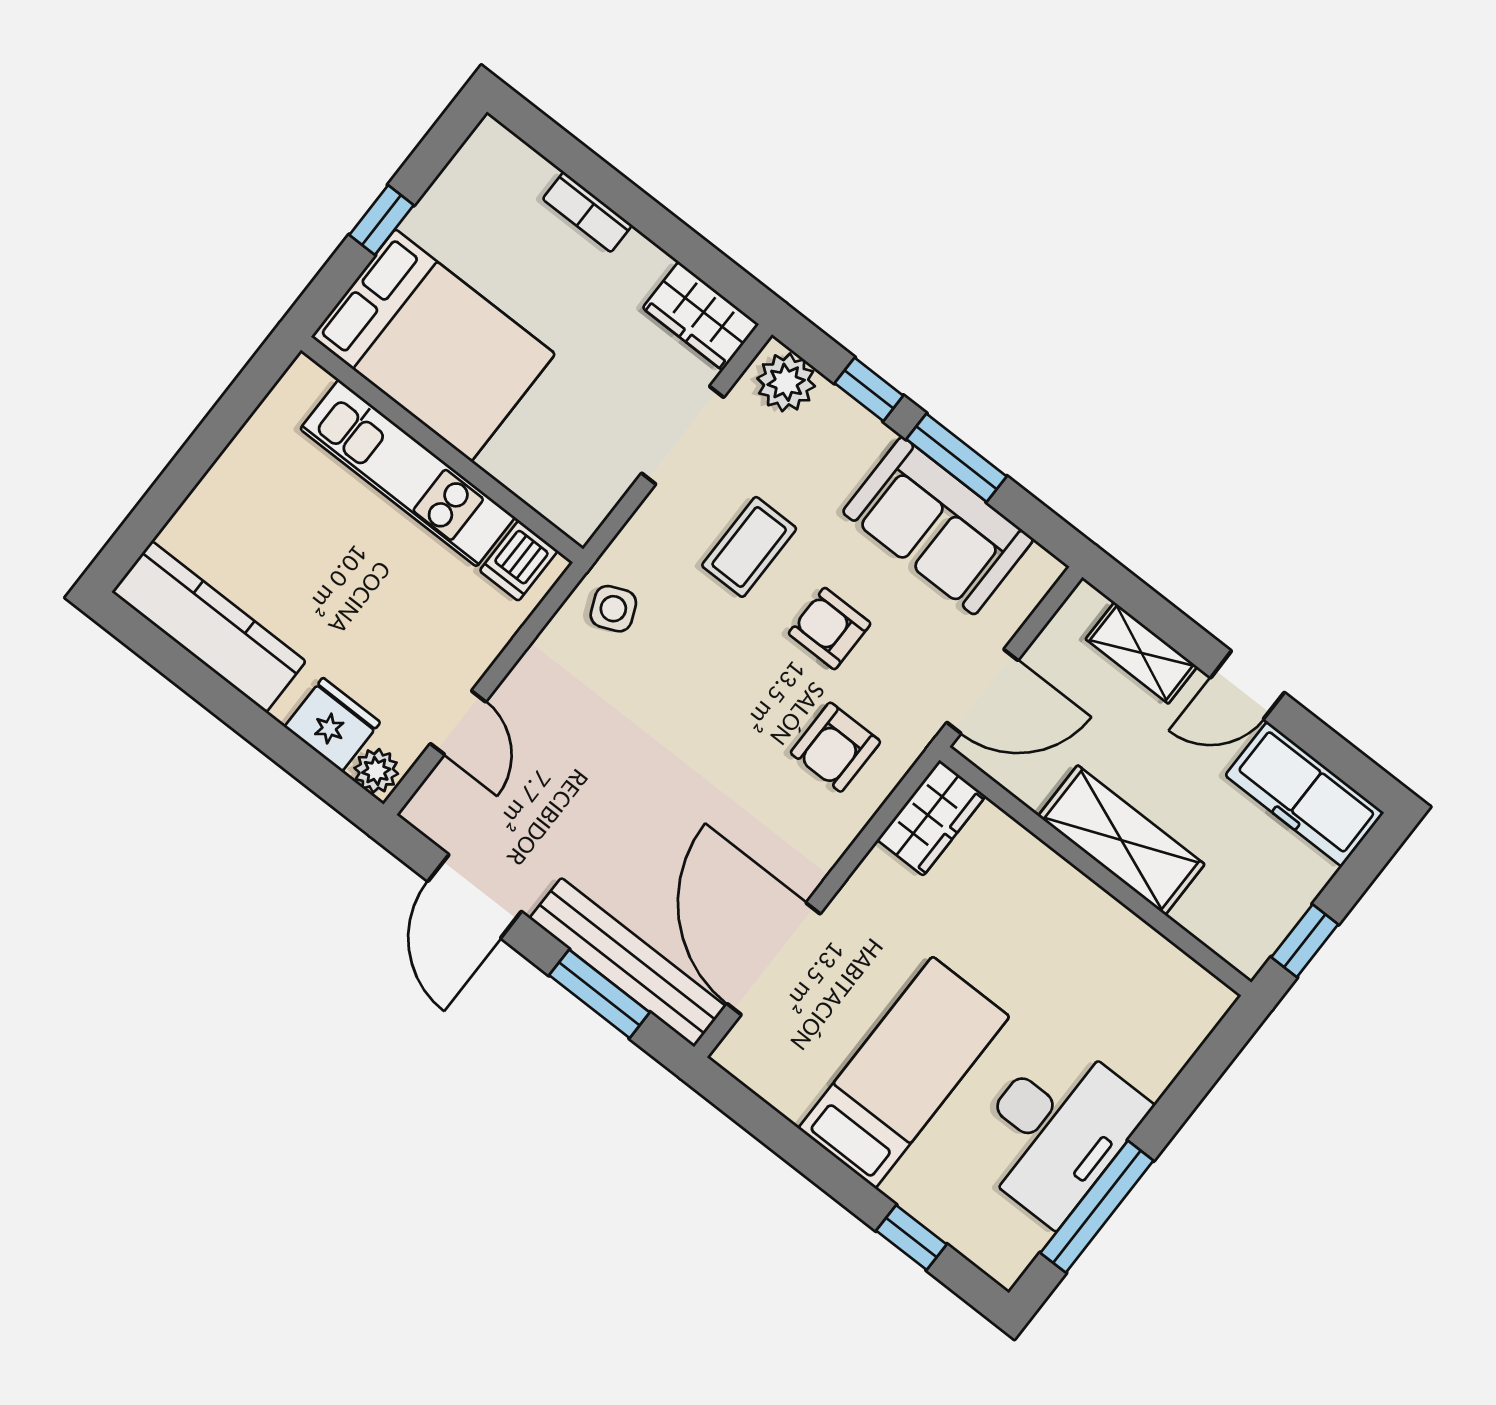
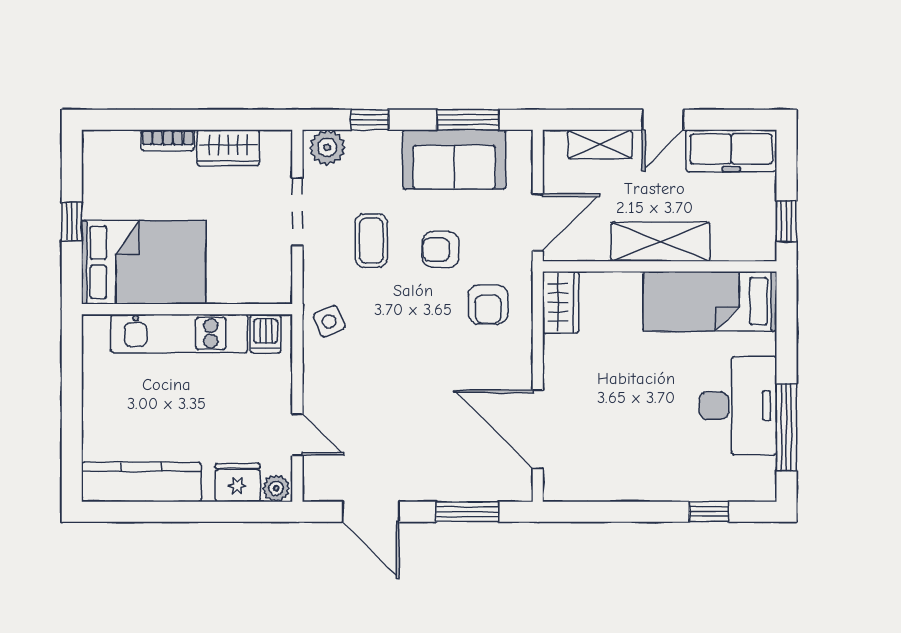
wardrobe: (701, 316) -> (228, 148), moved
window: (957, 458) -> (468, 120), moved
bench: (628, 962) -> (469, 486), removed
bed: (904, 1072) -> (710, 301), moved, turned -90

